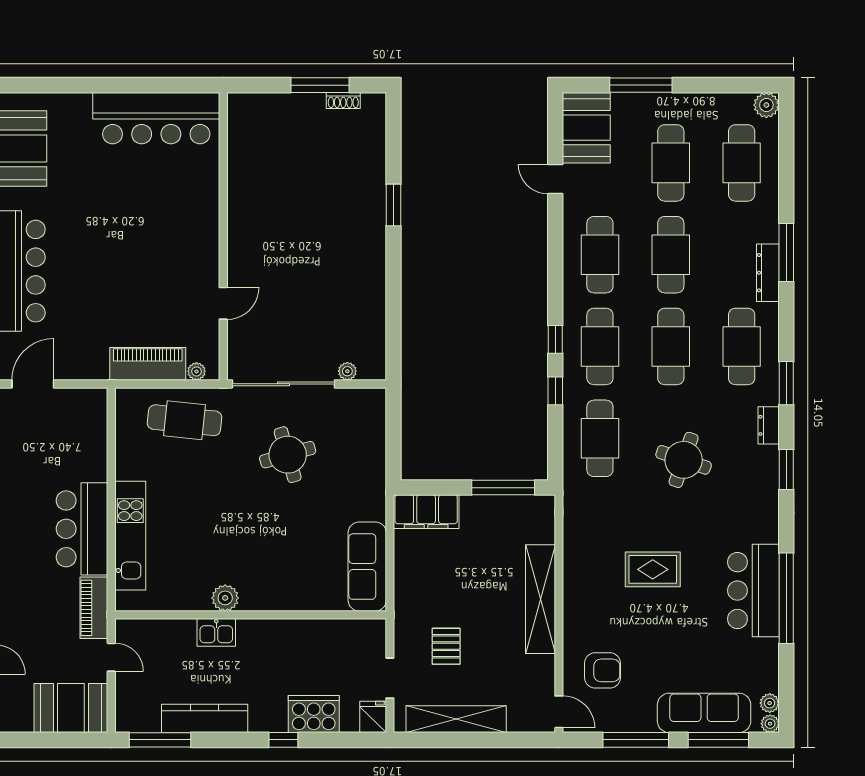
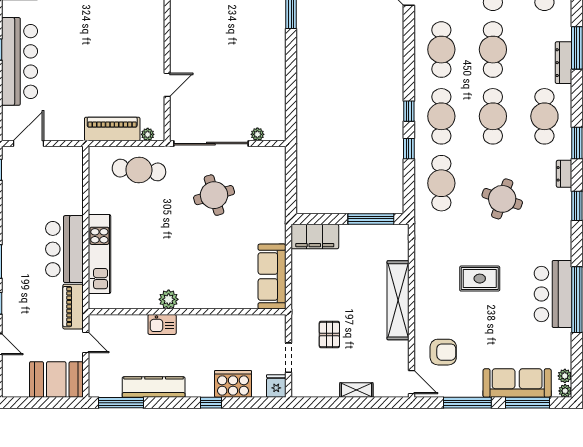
shelving: (456, 719) -> (356, 390), width x0.45, depth x0.75

